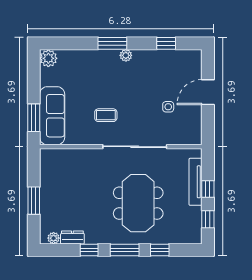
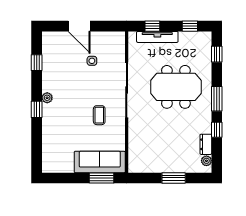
window: (112, 43) -> (37, 109), width x0.67
plant: (48, 58) -> (50, 165), removed
window: (208, 189) -> (152, 26), moved
window: (160, 250) -> (217, 54), moved

